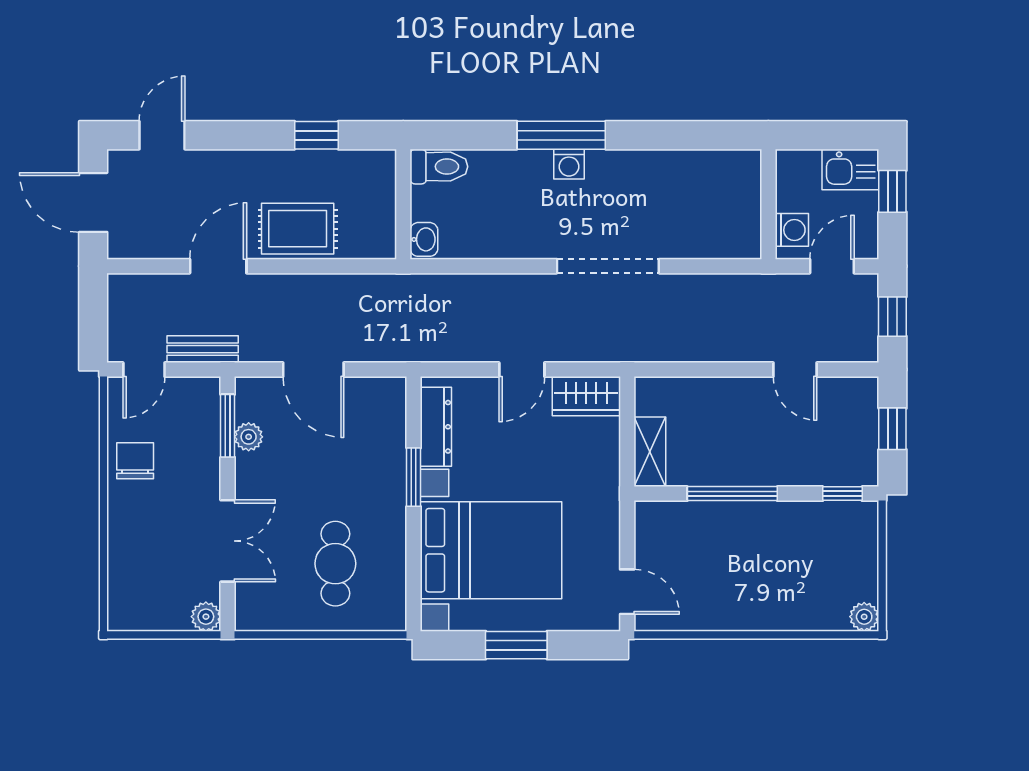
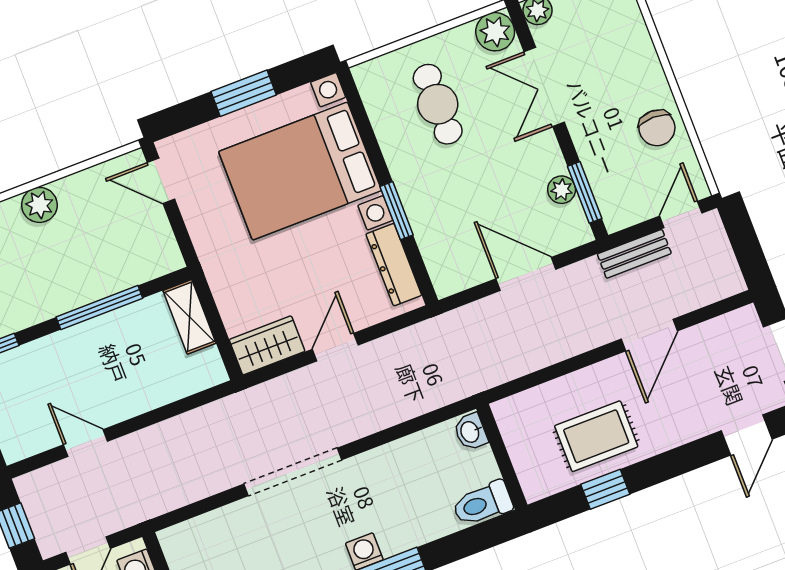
rug: (298, 229) -> (596, 436), moved
plant: (254, 612) -> (495, 32), added
plant: (752, 613) -> (39, 205), added

